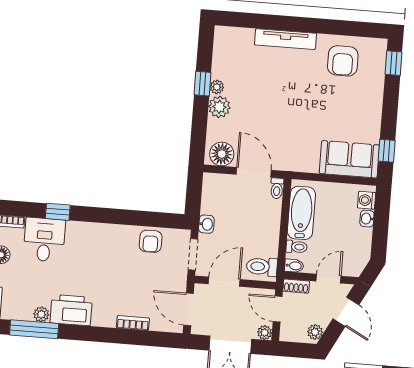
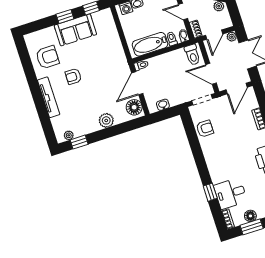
window: (394, 63) -> (65, 17), moved
window: (202, 84) -> (79, 142), moved
armchair: (301, 86) -> (73, 76), added
plant: (217, 87) -> (69, 135), moved
sofa: (349, 159) -> (75, 30), moved, turned -90
washbasin: (206, 224) -> (163, 105), moved

